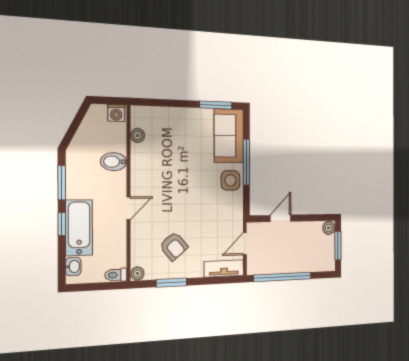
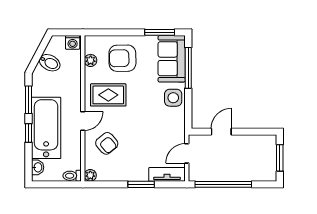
armchair: (174, 134) -> (122, 58), added
bidet: (114, 162) -> (50, 63), moved, turned -152
window: (246, 162) -> (188, 68), moved
rug: (158, 177) -> (108, 95), added
bathtub: (79, 228) -> (46, 128), width x1.36, depth x1.36
plant: (329, 228) -> (270, 141), removed
armchair: (174, 246) -> (107, 143), moved
window: (172, 283) -> (141, 184), moved

